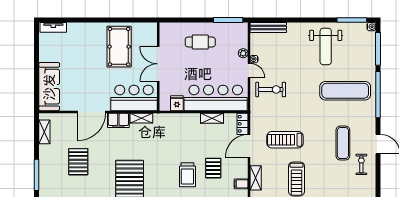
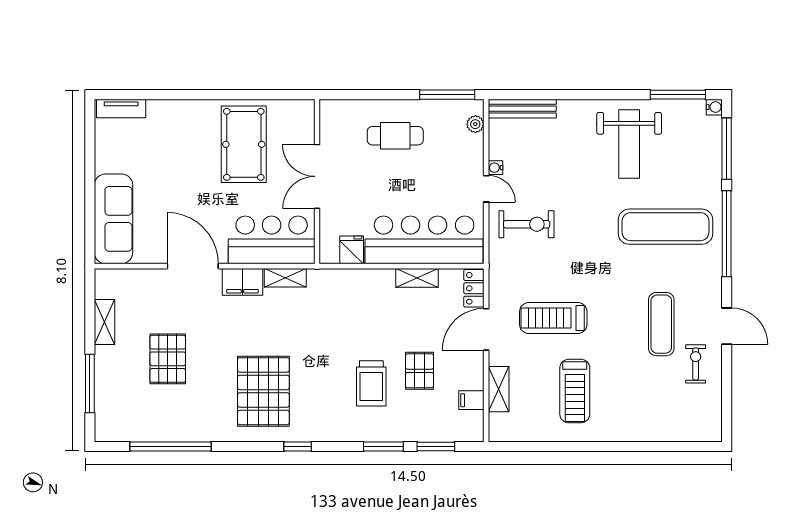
plant: (243, 53) -> (475, 124), moved
door: (92, 112) -> (193, 266), swing flipped
shelving: (44, 132) -> (104, 322), moved

